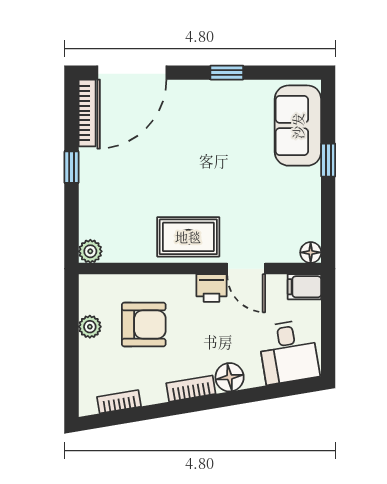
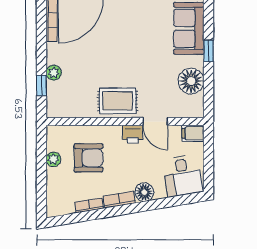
window: (72, 167) -> (41, 86), moved
plant: (90, 251) -> (54, 73), moved
floor lamp: (311, 252) -> (191, 81), moved, width x1.89, depth x1.89
bookcase: (119, 402) -> (89, 205), moved

